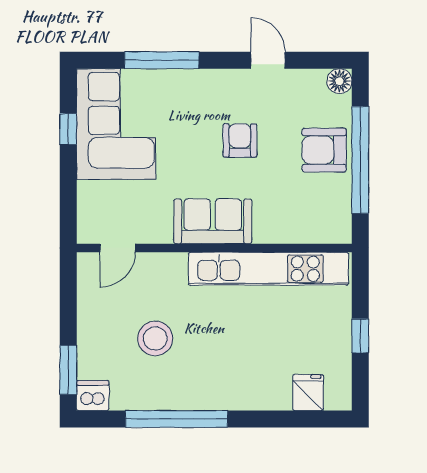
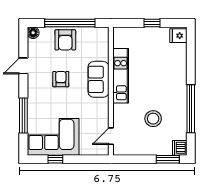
armchair: (240, 141) -> (61, 79), turned 90
sofa: (213, 221) -> (98, 79), moved
door: (118, 248) -> (111, 136), swing flipped
kitchen unit: (268, 269) -> (121, 76), width x0.73
fridge: (308, 392) -> (178, 36), moved

